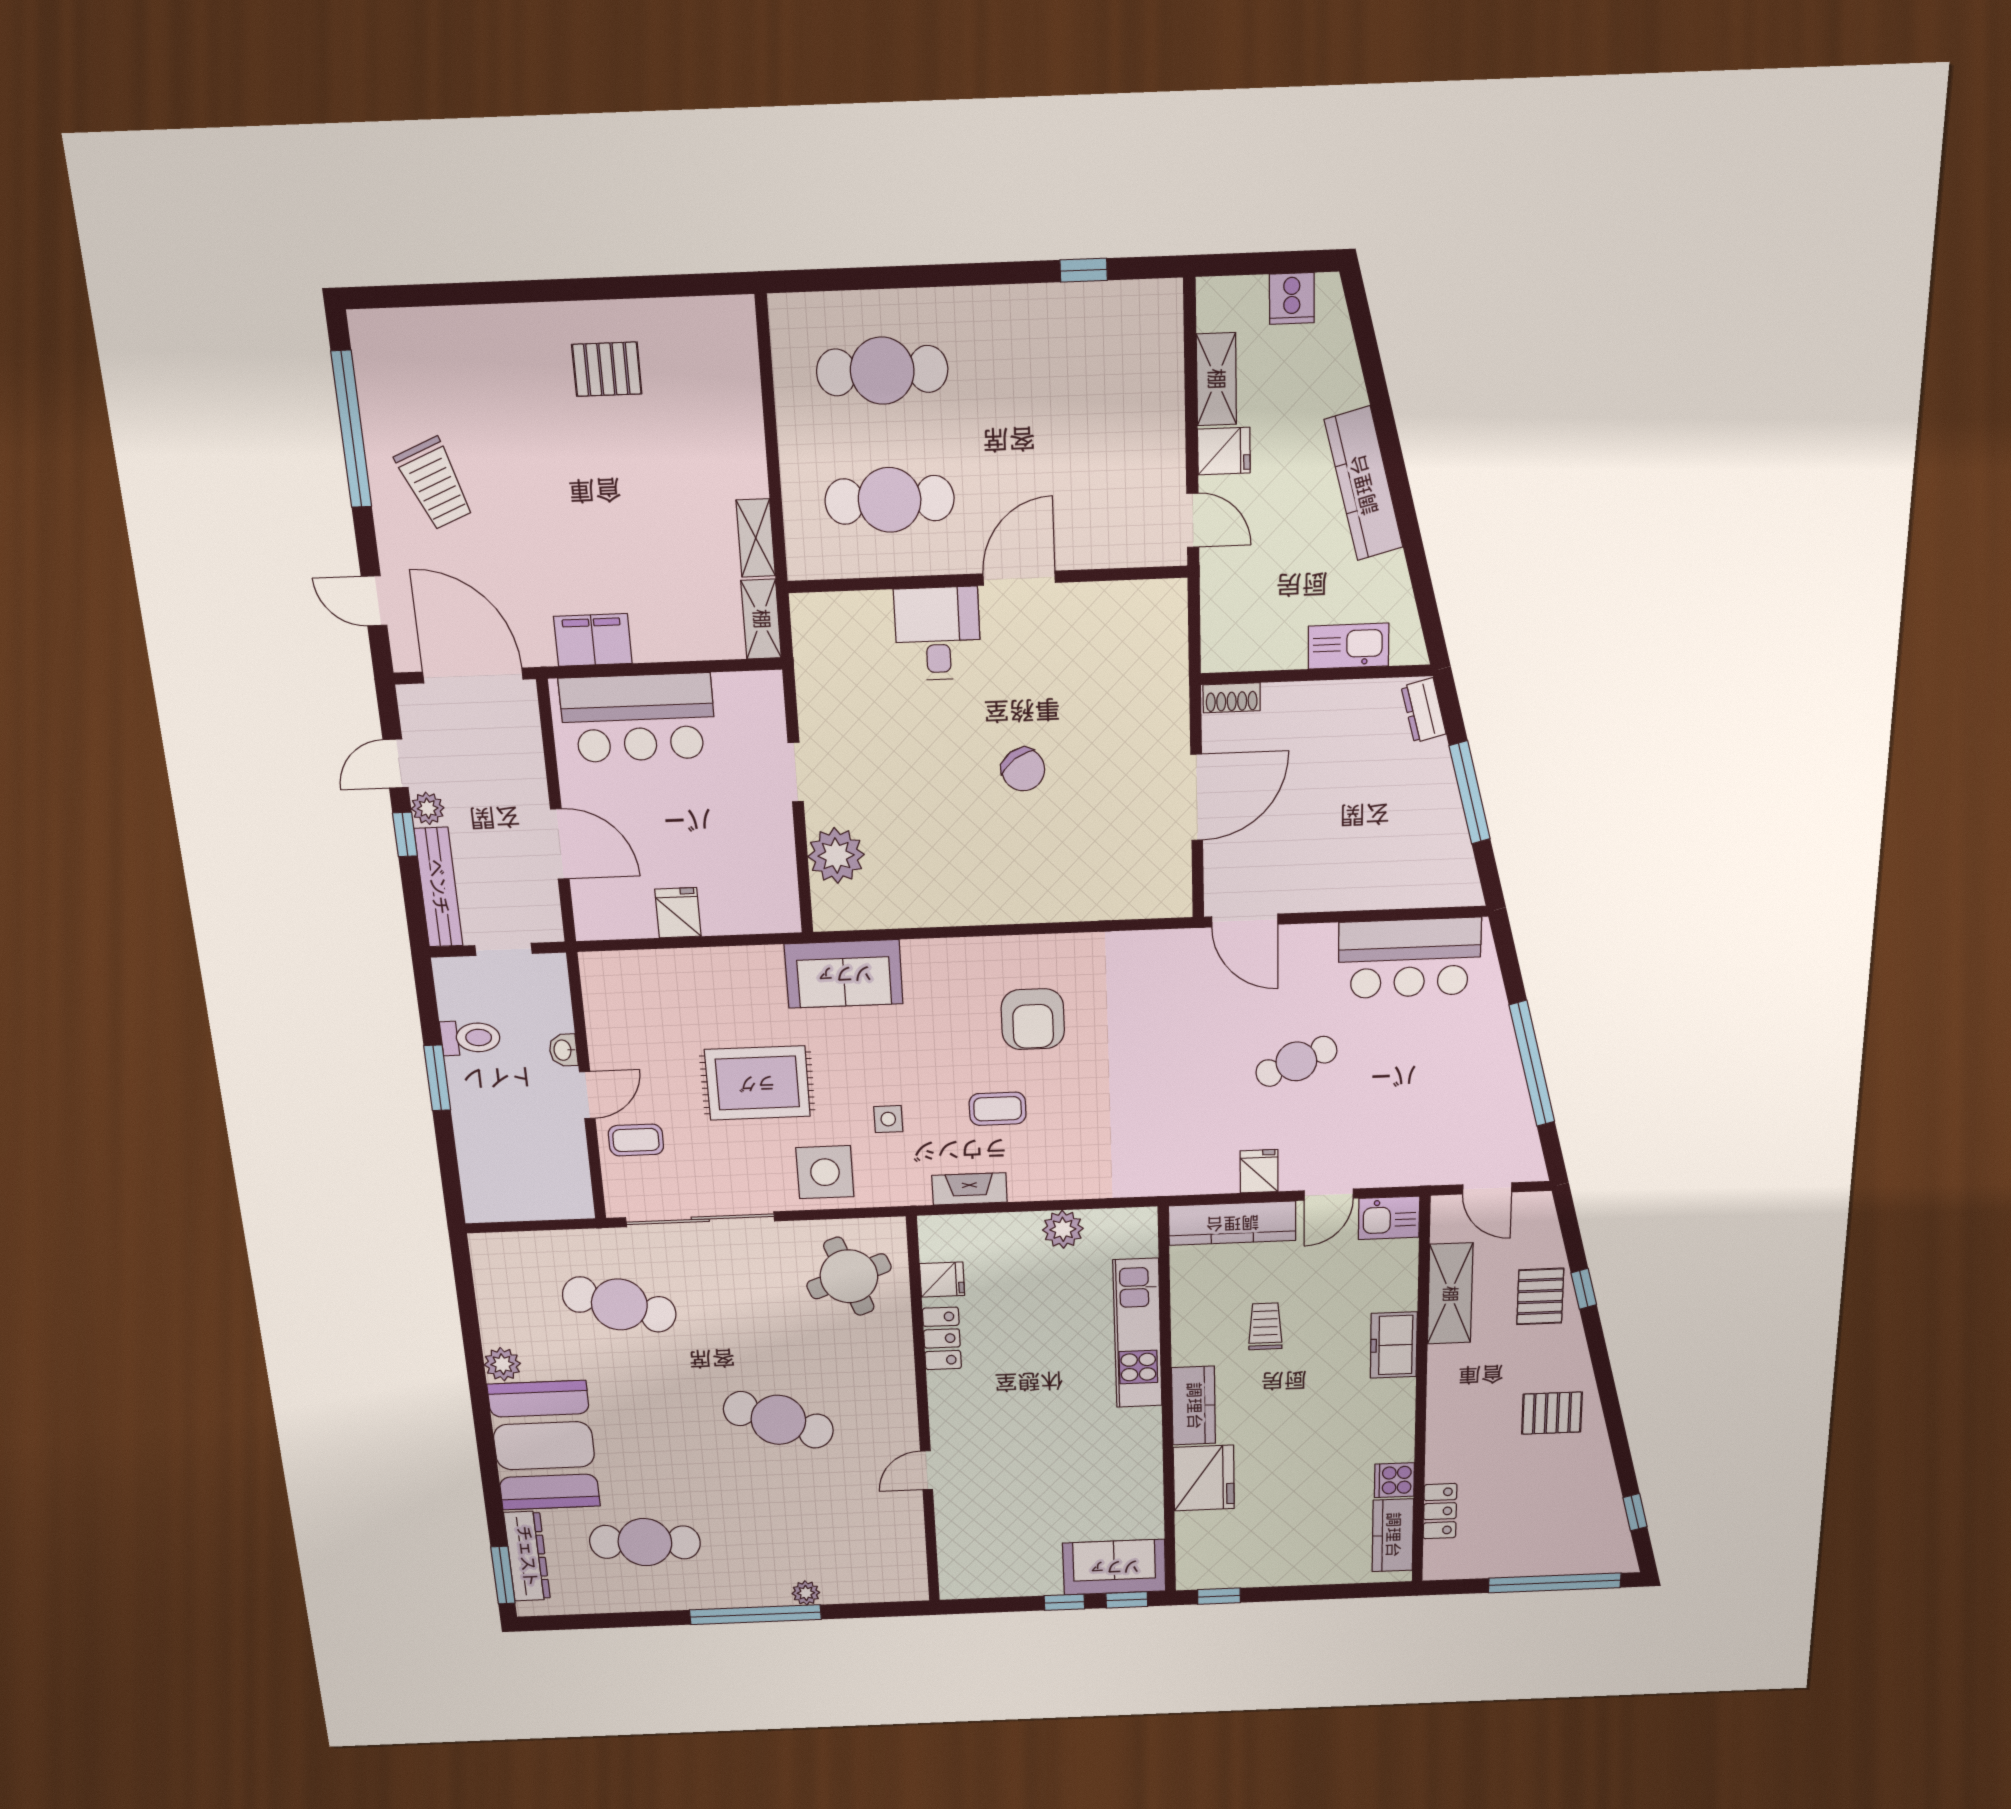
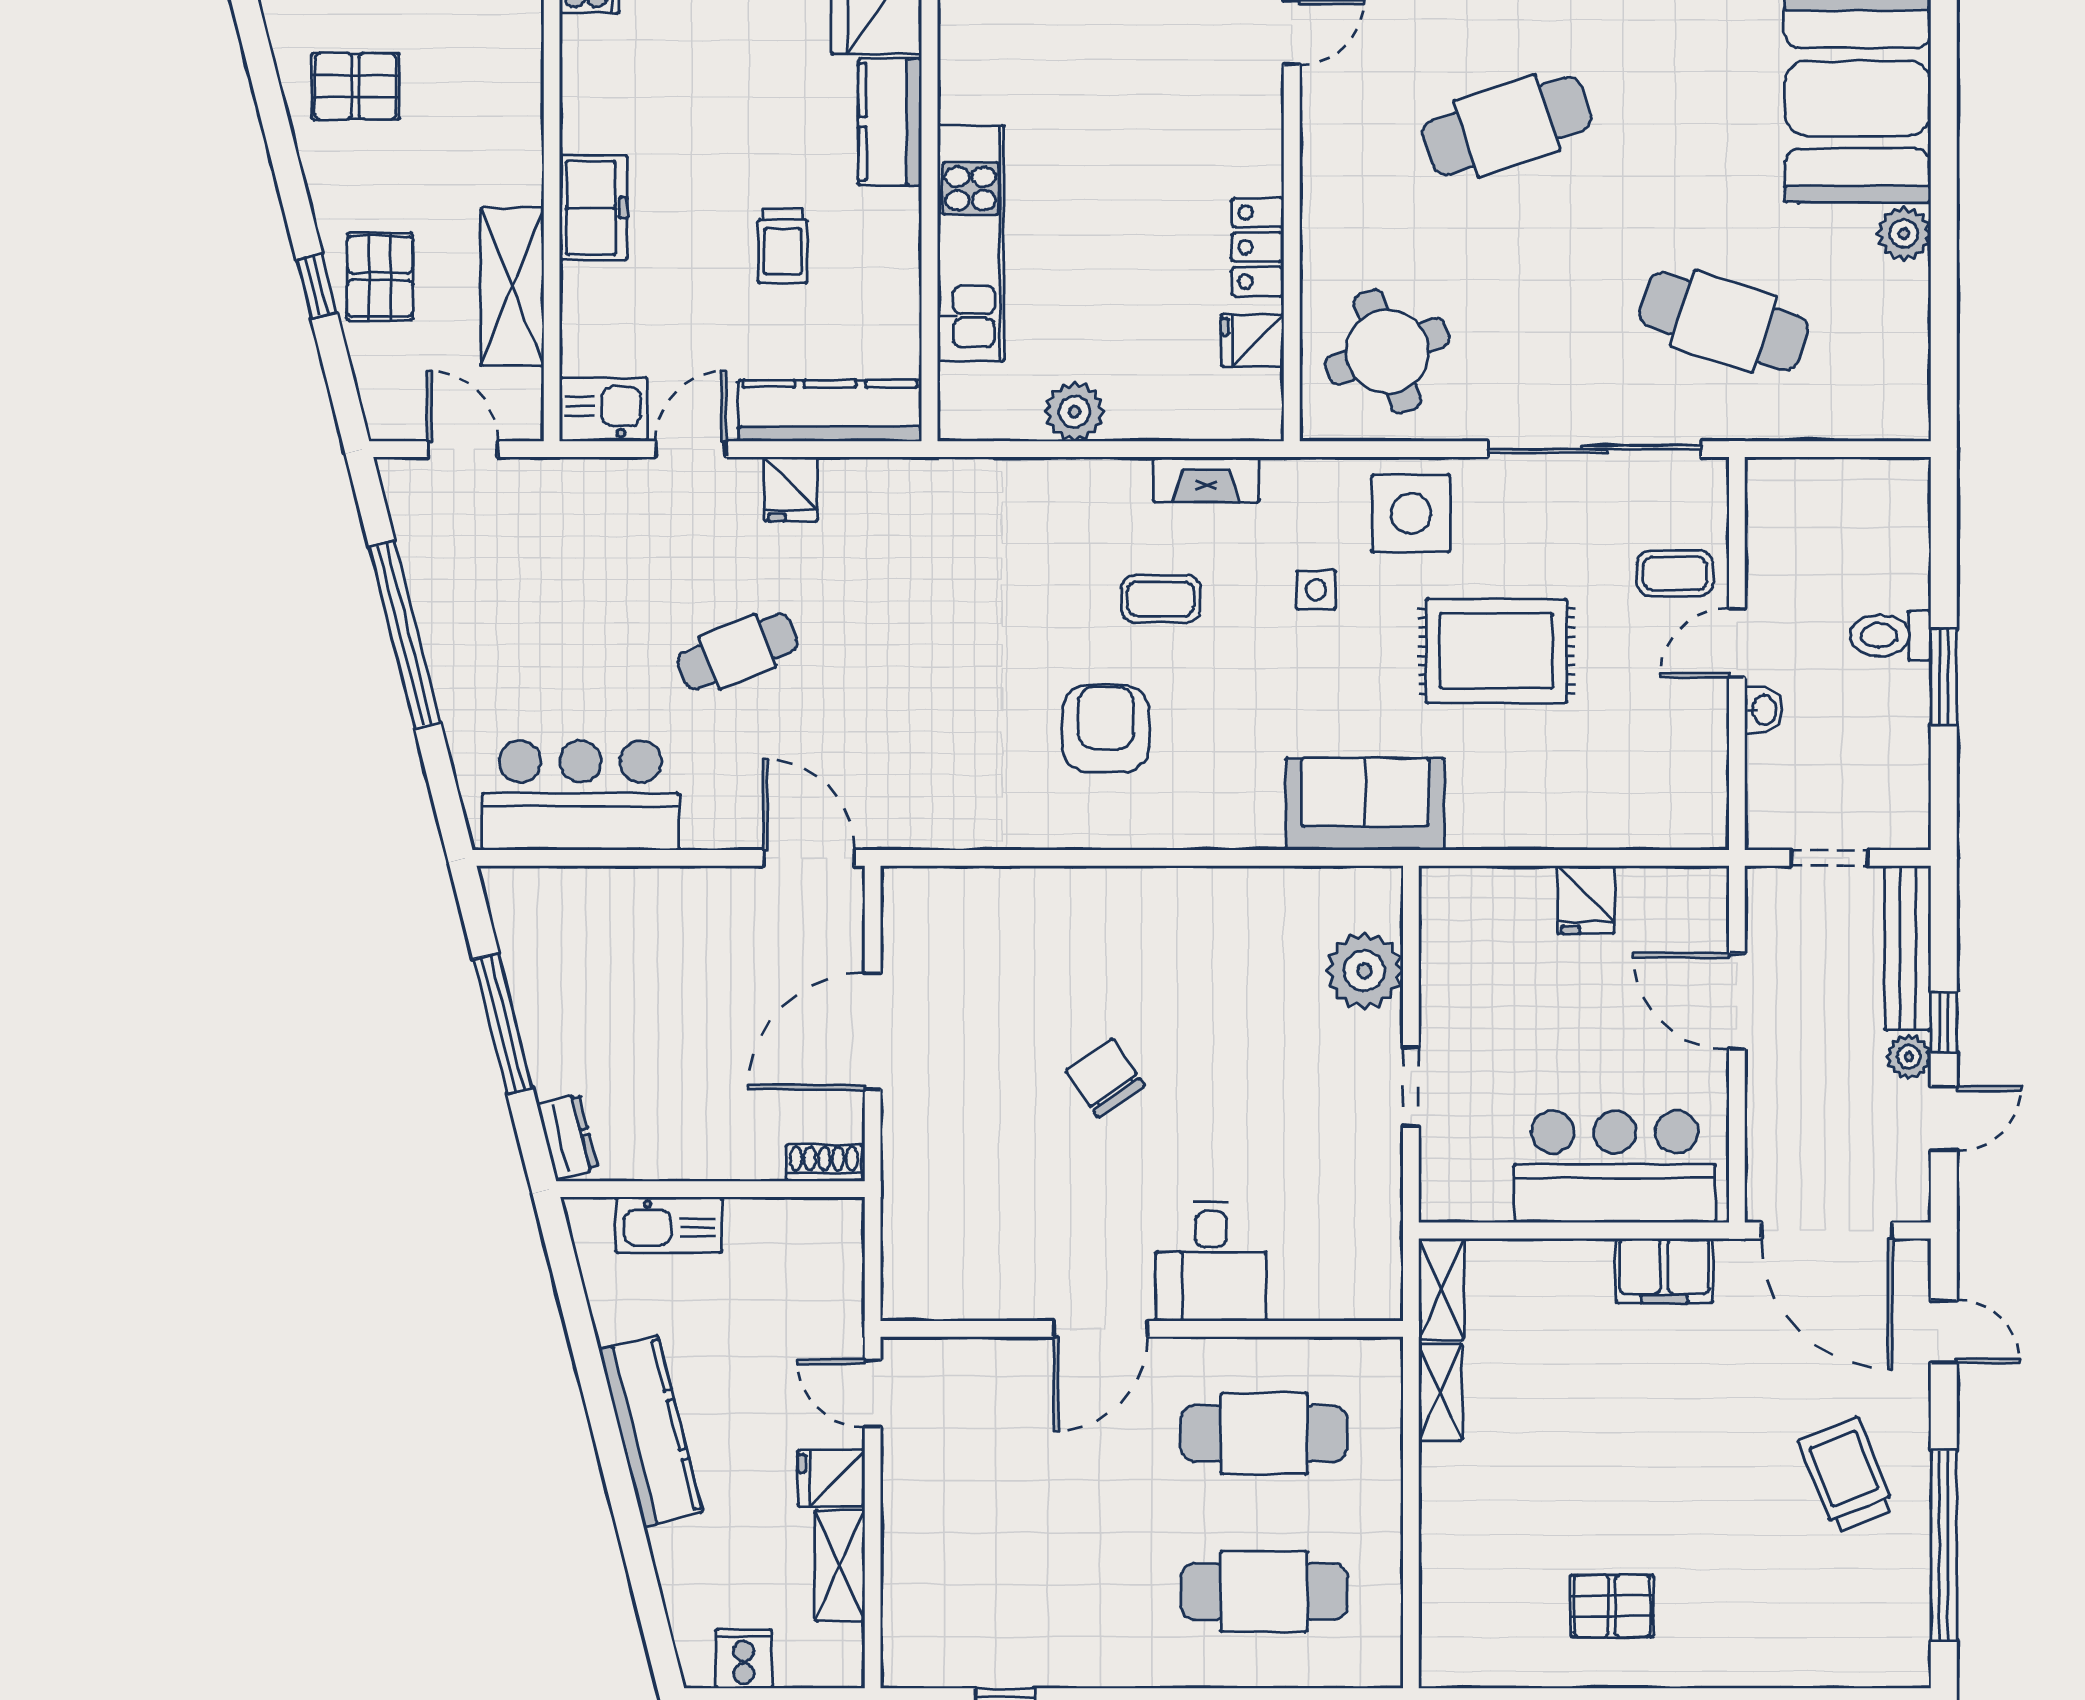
toilet: (470, 1038) -> (1890, 635), moved
cafe table: (778, 1420) -> (1507, 126), turned -39

